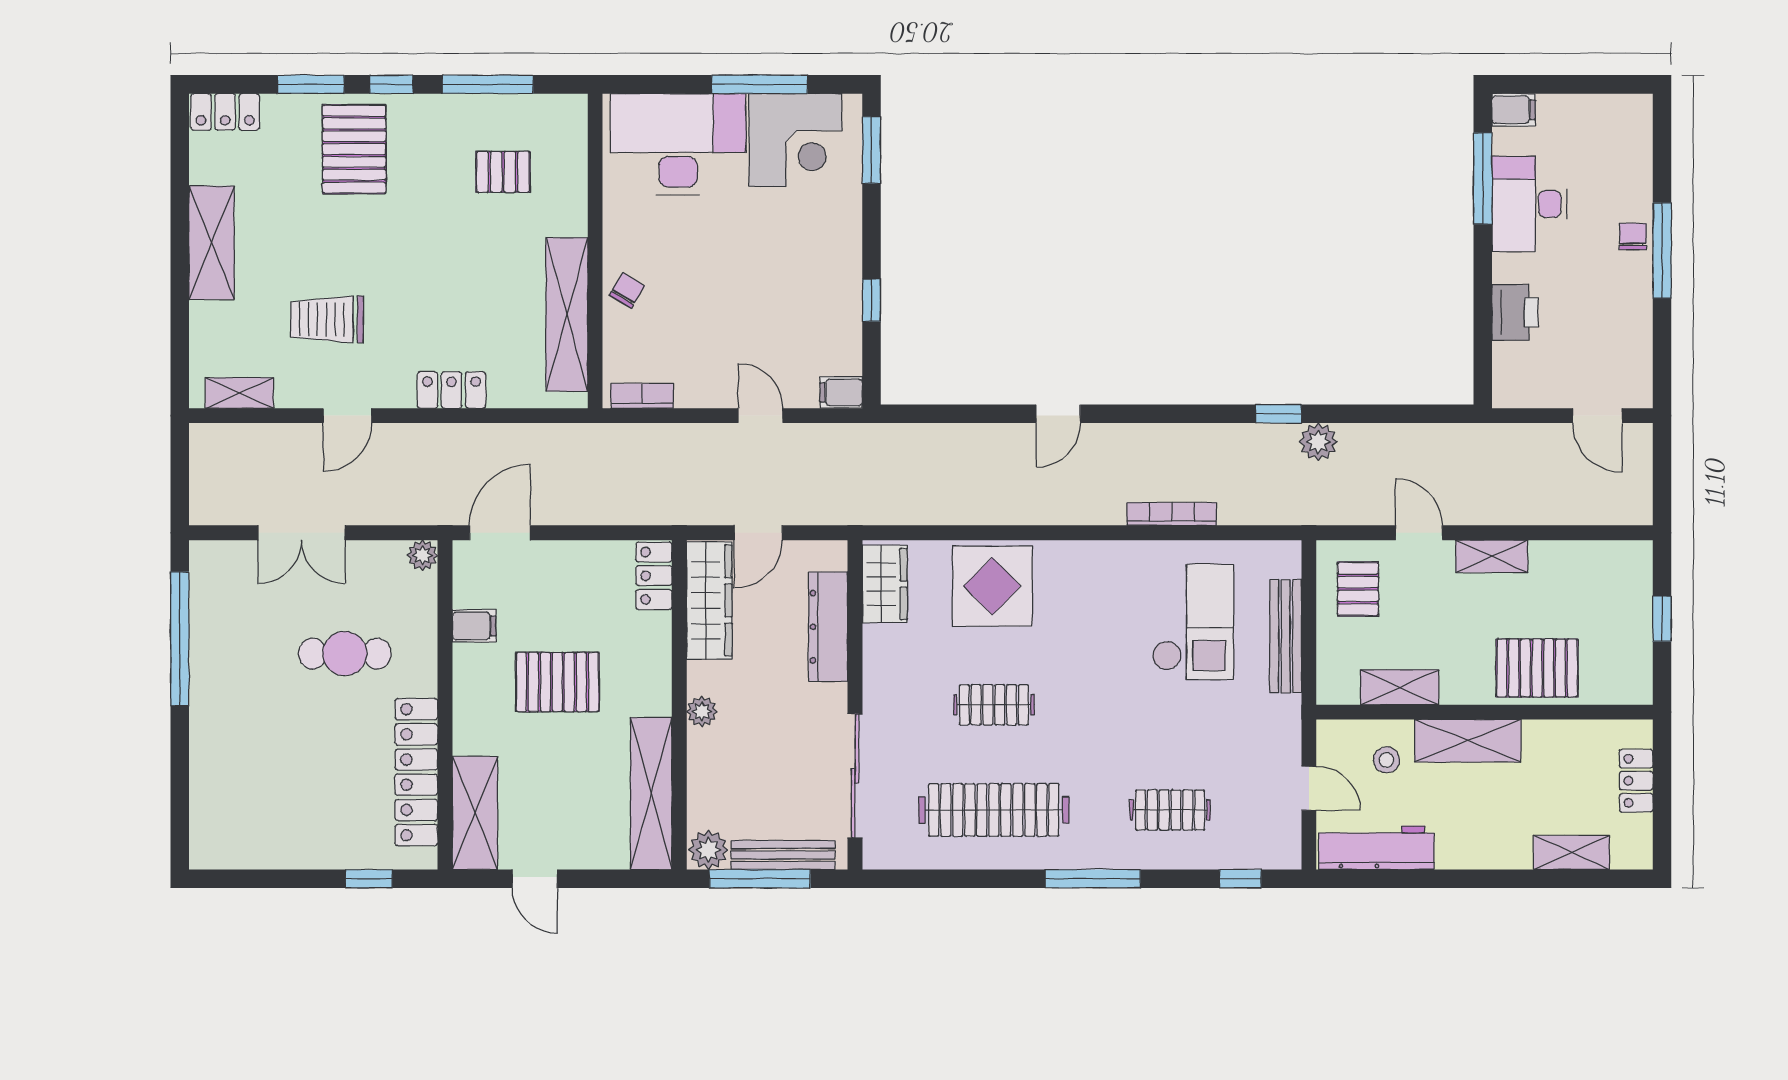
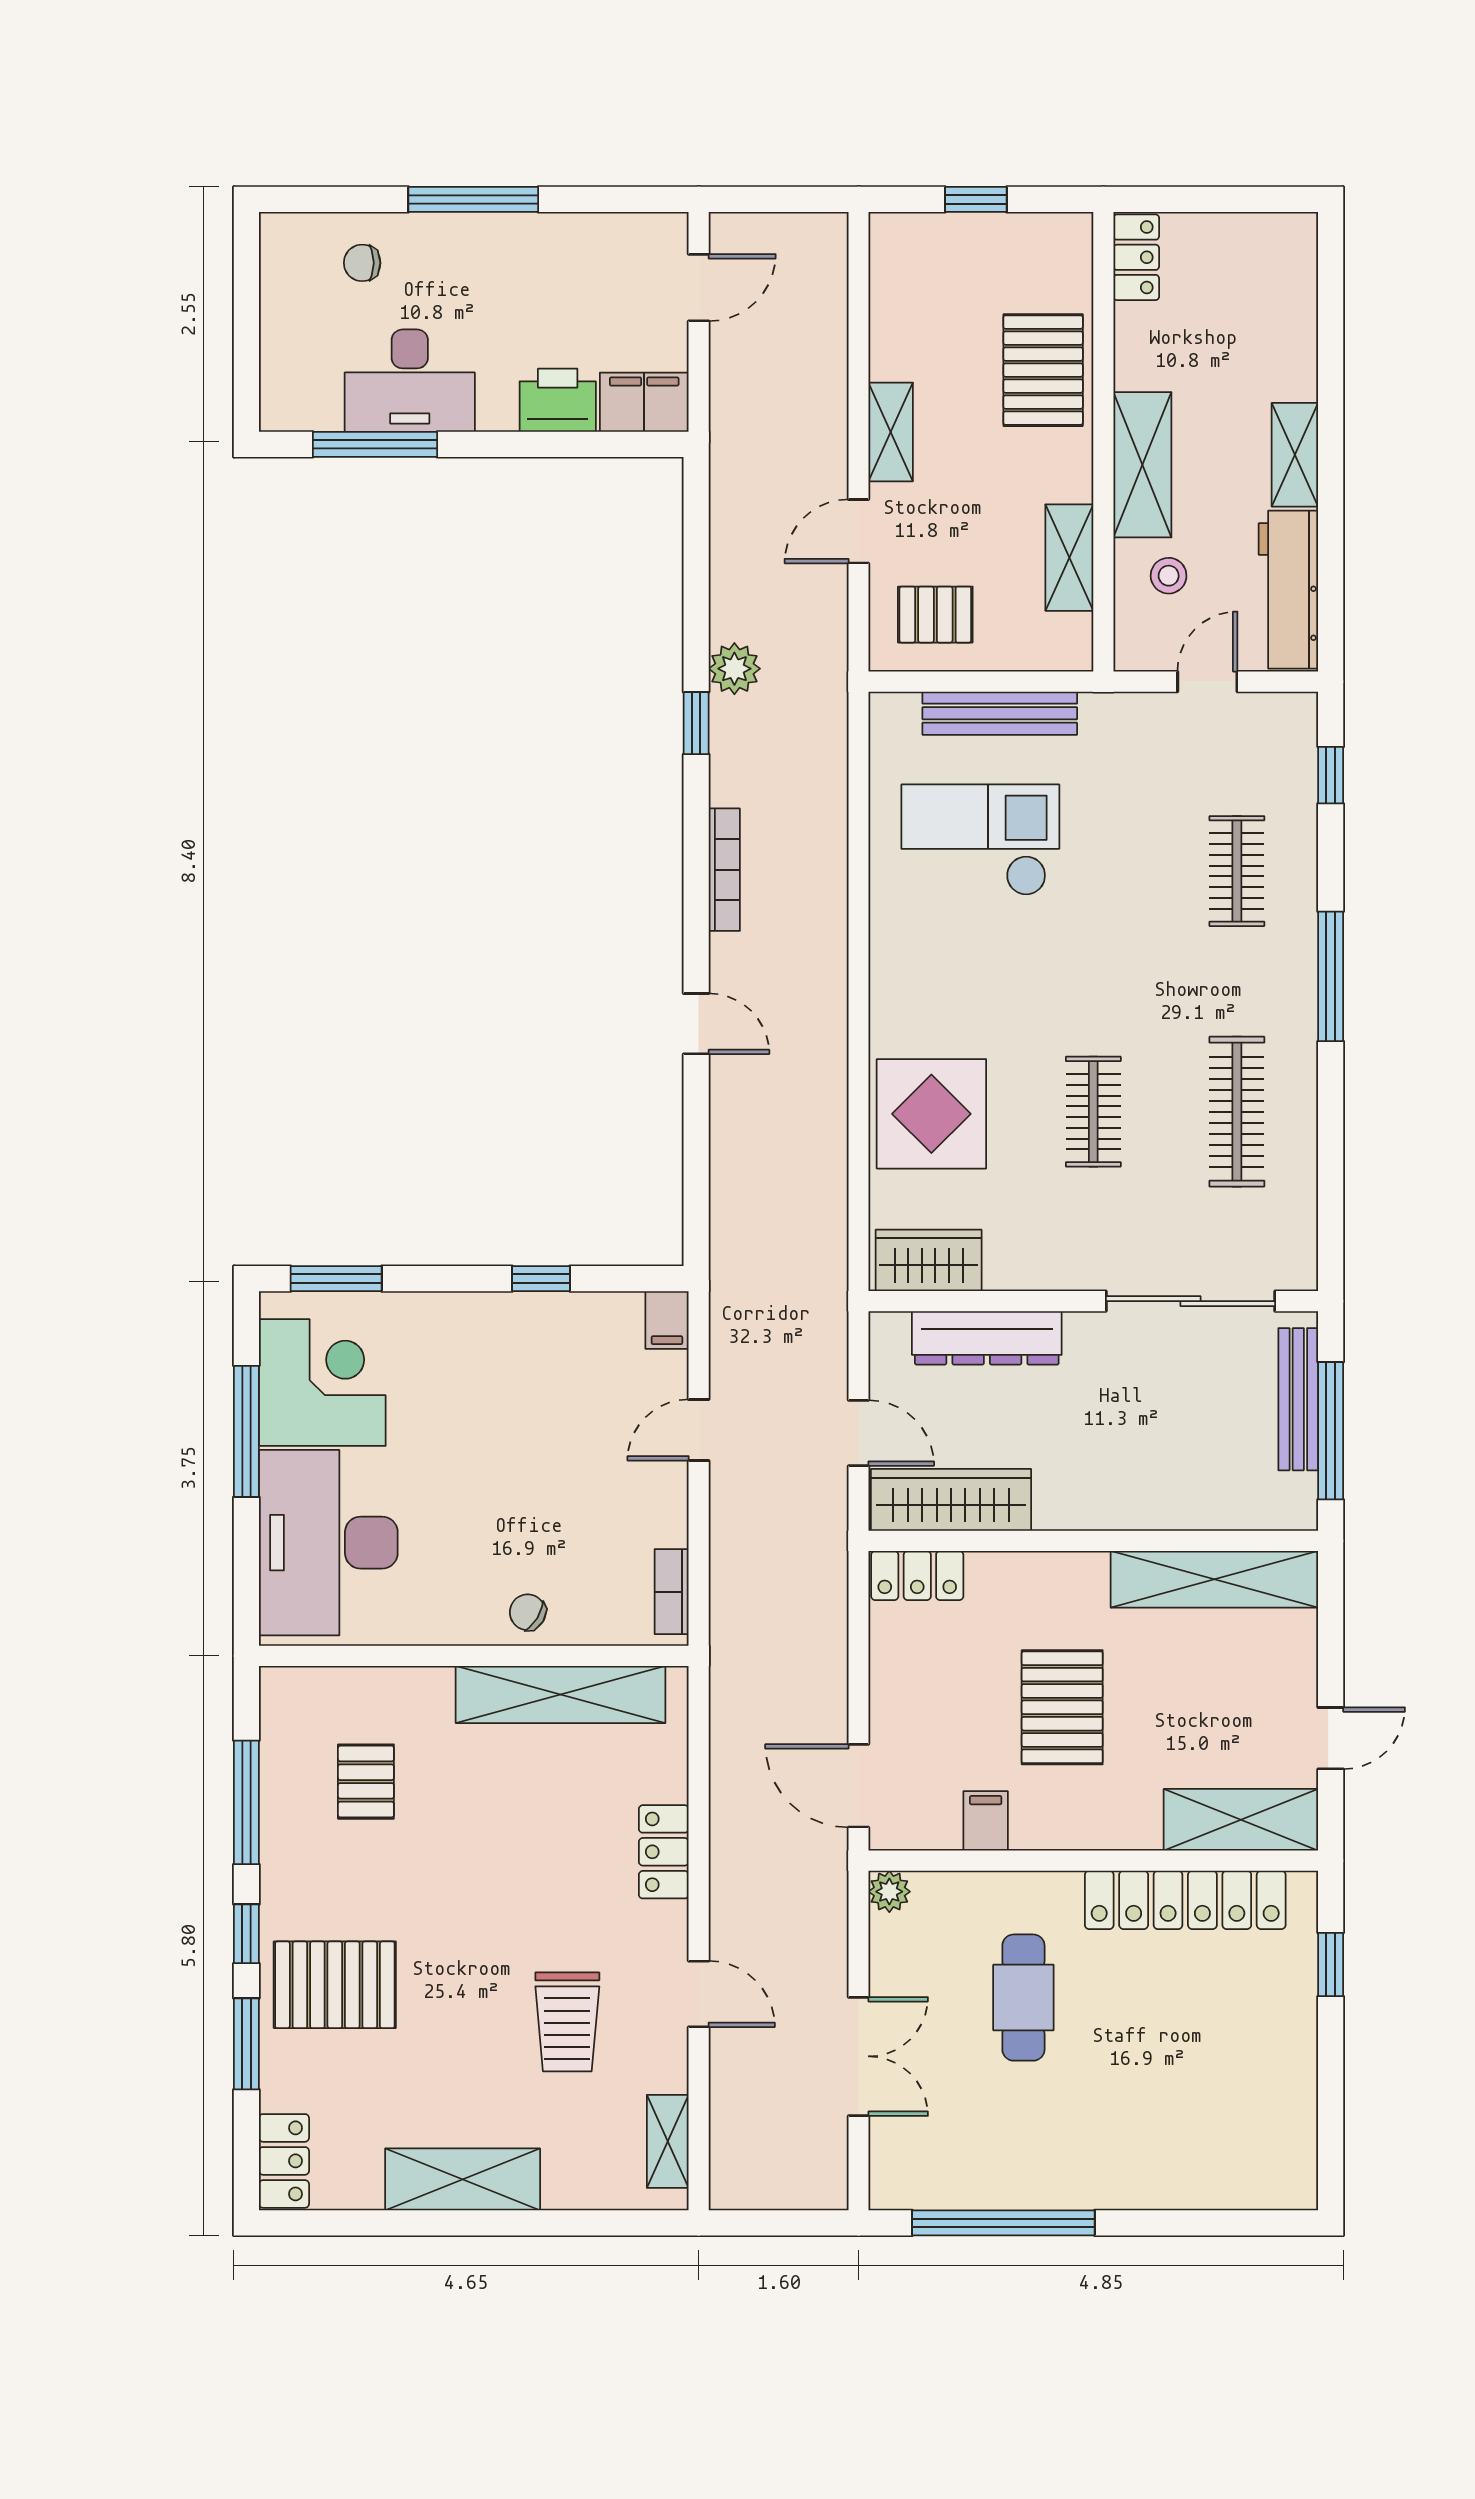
filing cabinet: (1514, 110) -> (644, 402), moved, width x2.00
chair: (1633, 237) -> (362, 263), moved
bookcase: (1172, 514) -> (724, 870), moved, turned 180
plant: (702, 712) -> (1103, 1510), removed
locker: (1636, 781) -> (1136, 257), moved, turned -90
clothes rail: (994, 810) -> (1237, 1112), width x0.73, depth x0.76
plant: (708, 850) -> (1291, 1501), removed
shelving: (1571, 852) -> (1295, 455), moved

